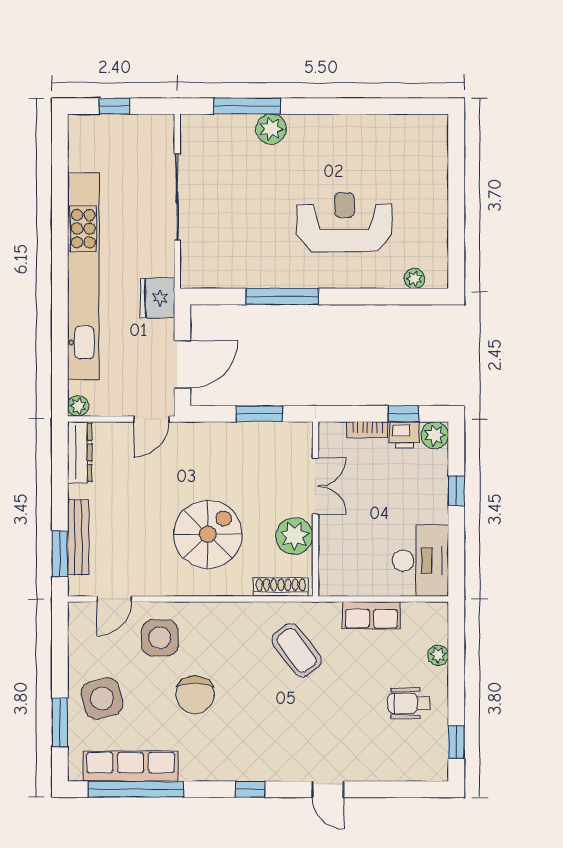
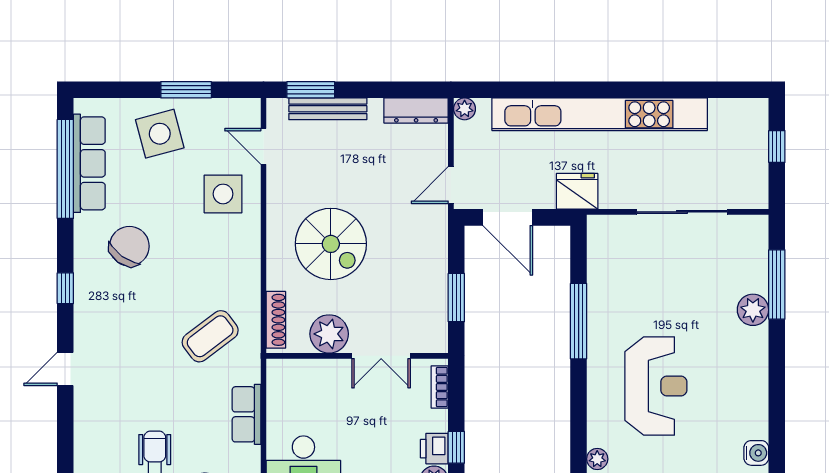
water cooler: (409, 126) -> (756, 453), added
door: (151, 419) -> (451, 185), hinge flipped
bookcase: (367, 430) -> (440, 387), moved
chair: (195, 695) -> (129, 246), moved, turned 125
window: (60, 722) -> (186, 90), moved

